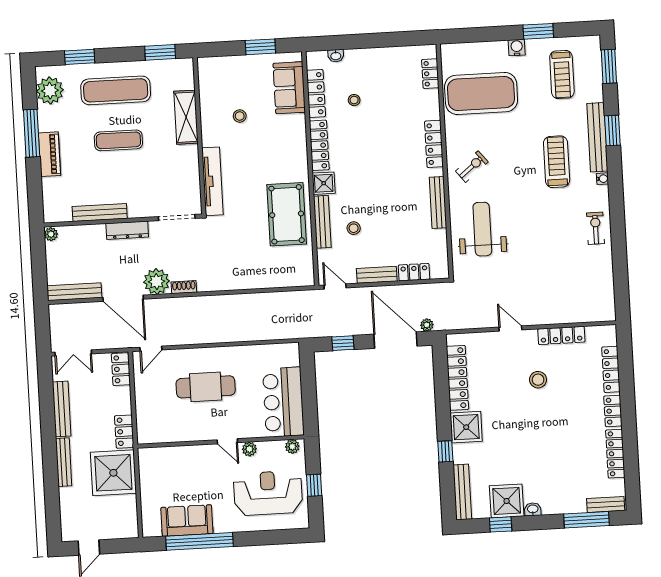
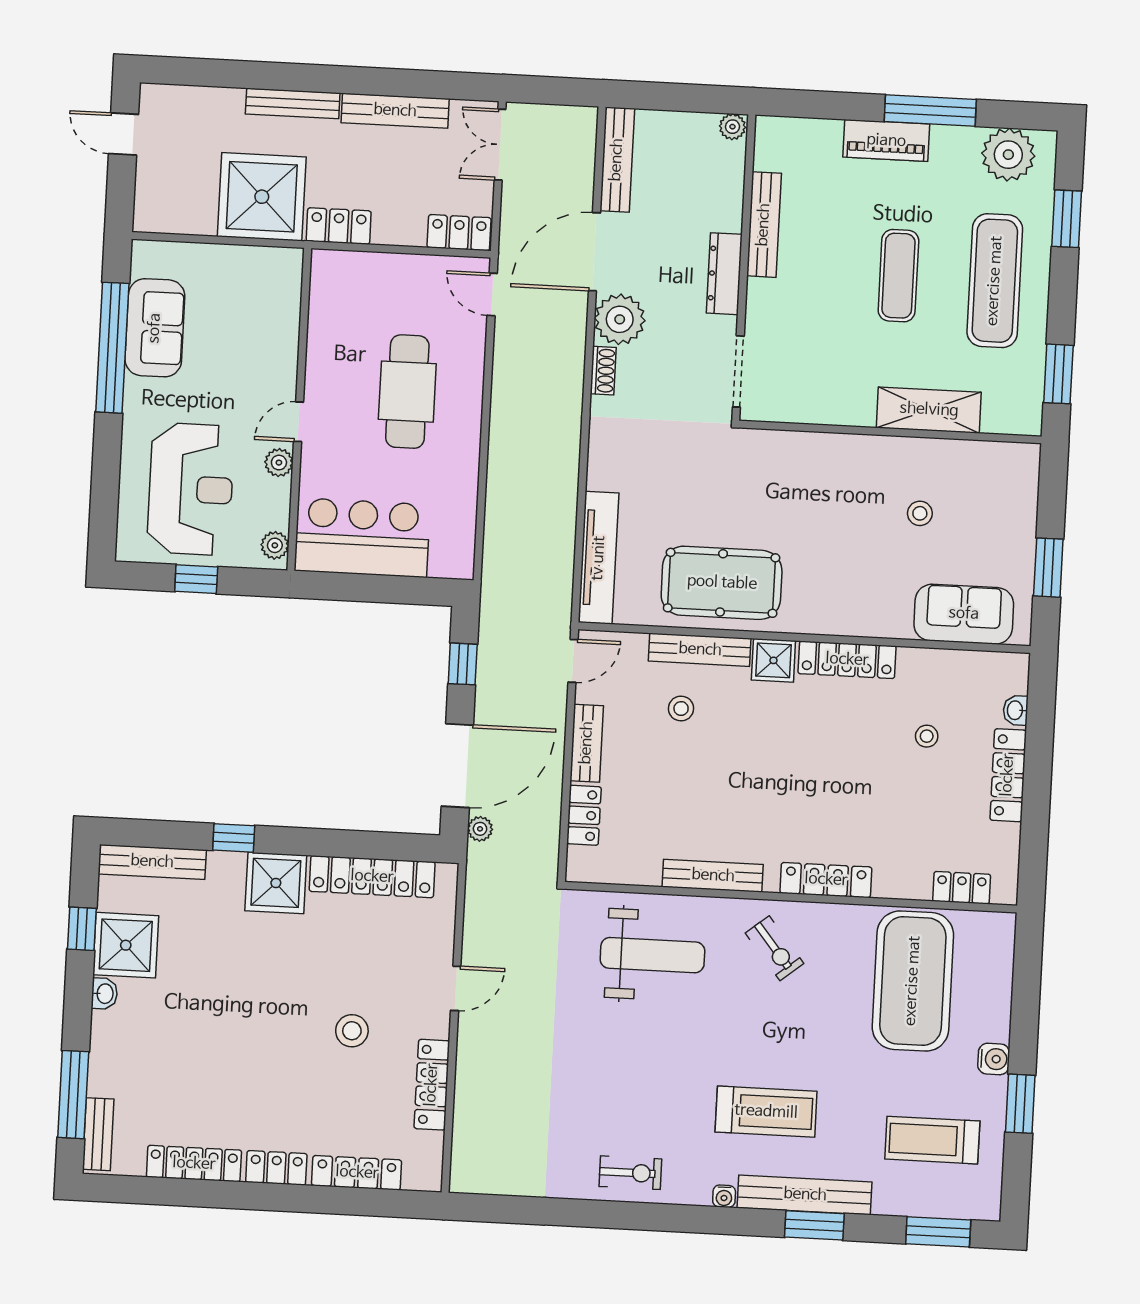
locker: (316, 93) -> (1008, 775), moved, turned 90
tv unit: (212, 181) -> (599, 558), moved, turned -90

